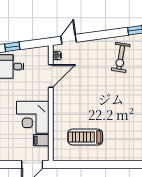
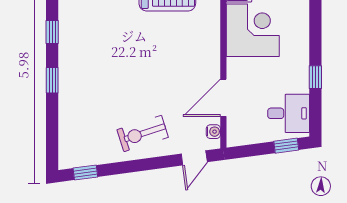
exercise bike: (121, 57) -> (143, 134), moved, turned -117

